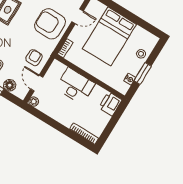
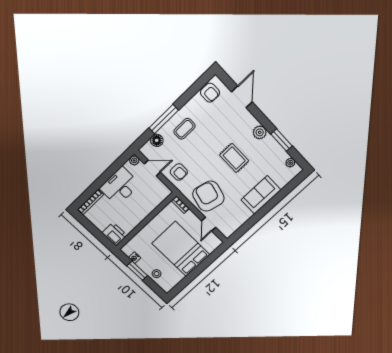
armchair: (50, 24) -> (208, 196), turned -76
desk: (75, 86) -> (120, 186), moved, turned 180

